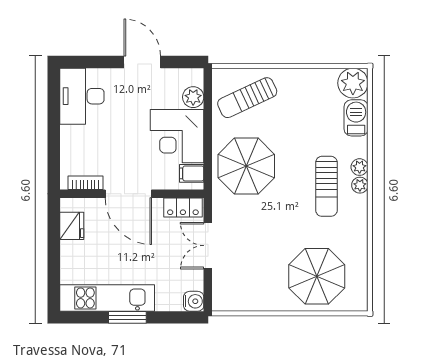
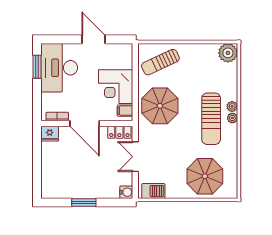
desk: (82, 96) -> (59, 68), width x1.36, depth x1.30
plant: (193, 97) -> (126, 62), removed
window: (54, 105) -> (37, 67), added
barbecue: (356, 118) -> (153, 191), moved, turned 90
sun lounger: (326, 186) -> (211, 119), width x1.36, depth x1.34
fridge: (72, 226) -> (50, 134), moved, turned 90
kitchen unit: (107, 298) -> (71, 190), removed

